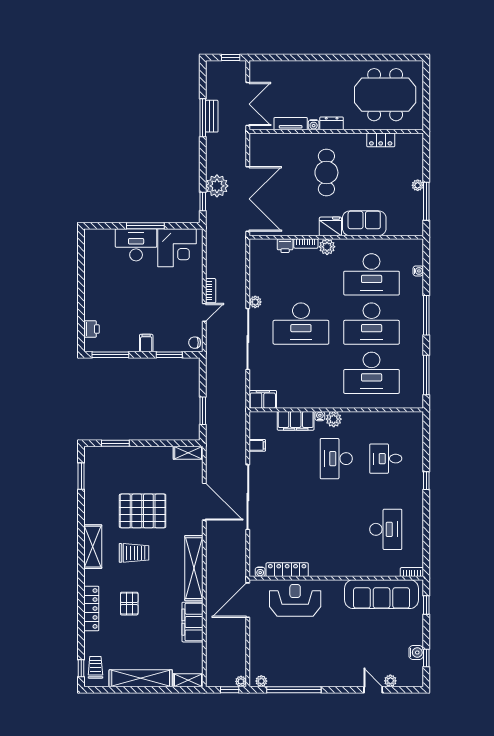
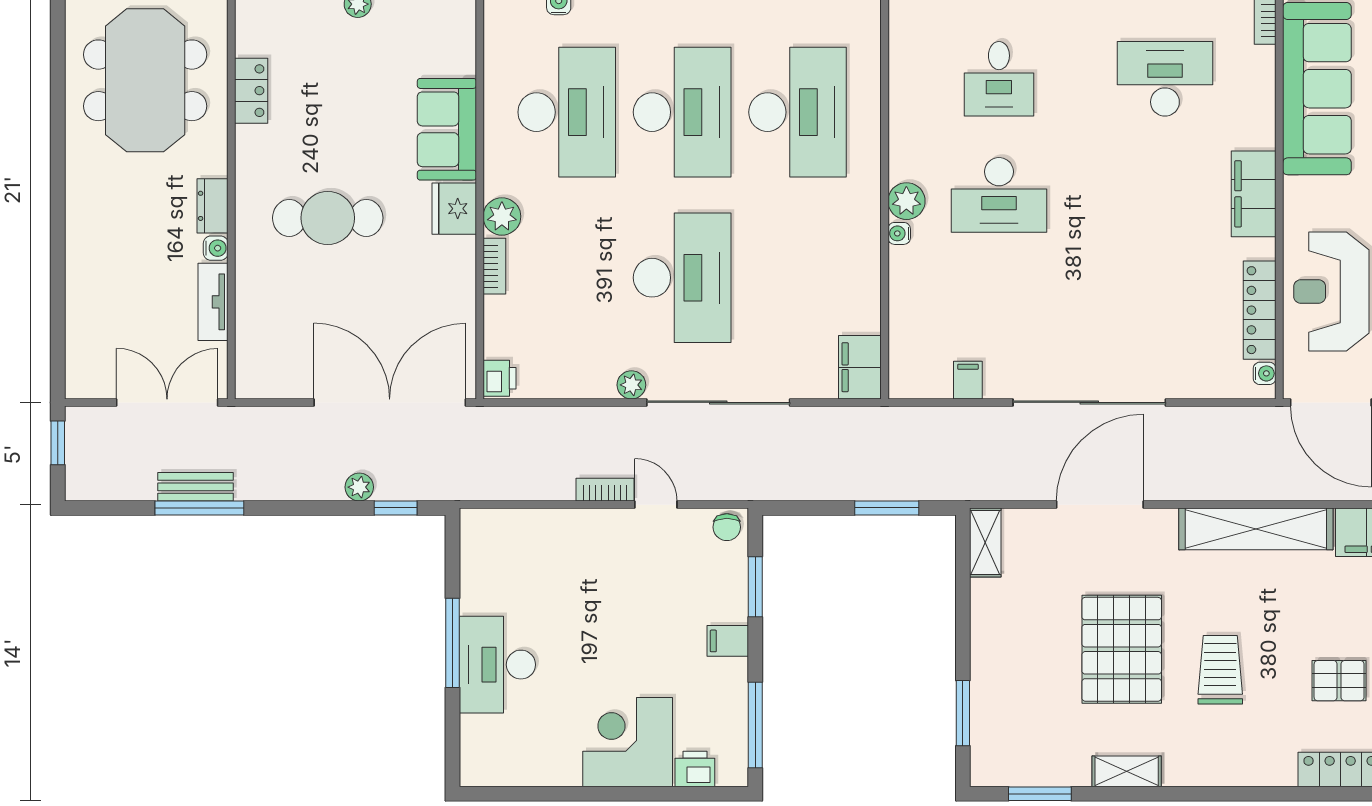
plant: (217, 186) -> (359, 487), width x0.53, depth x0.53
printer: (285, 246) -> (500, 378), moved
corner desk: (177, 248) -> (628, 742), moved, turned -90
filing cabinet: (296, 421) -> (1254, 194), moved, turned 180
shelving: (93, 547) -> (1127, 771), moved, width x0.67, depth x0.75

